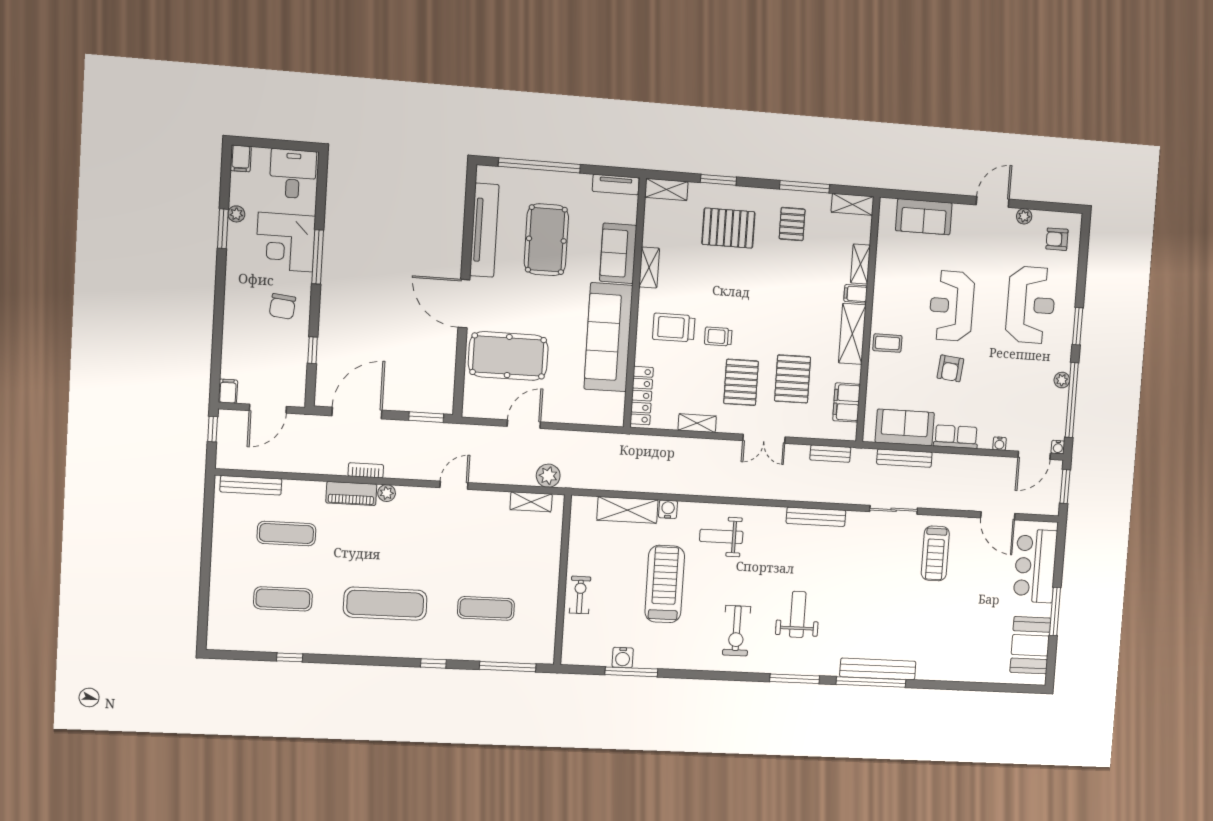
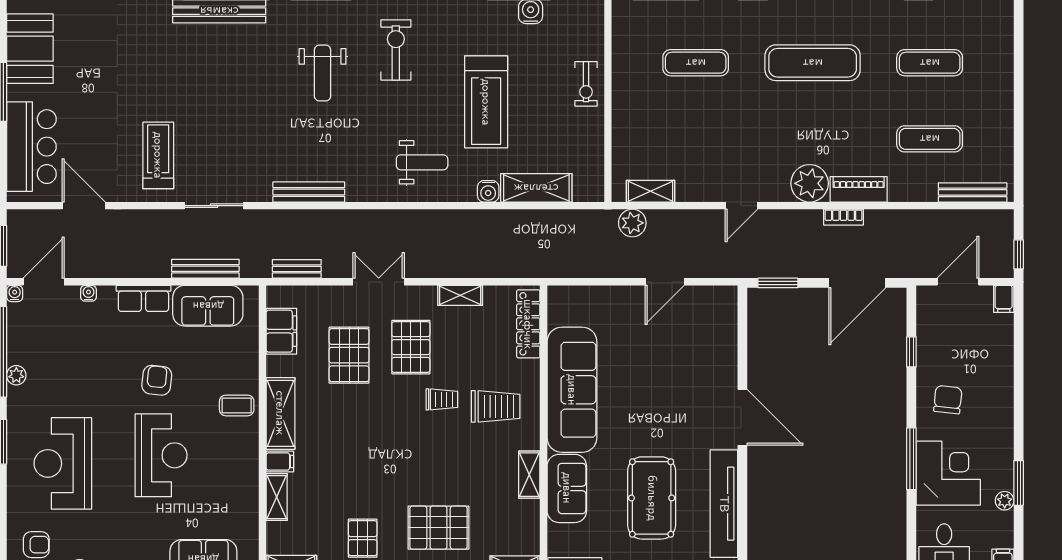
pool table: (508, 356) -> (688, 360), removed
plant: (387, 493) -> (810, 183), width x1.87, depth x1.87

